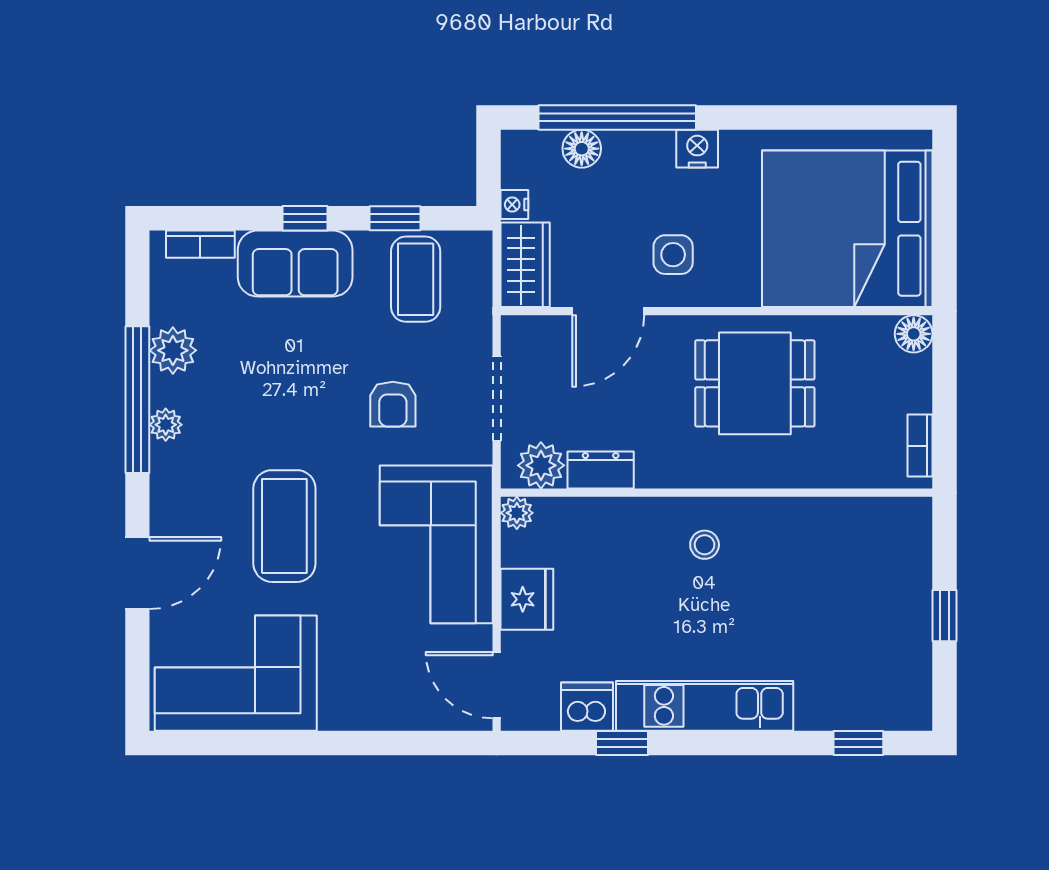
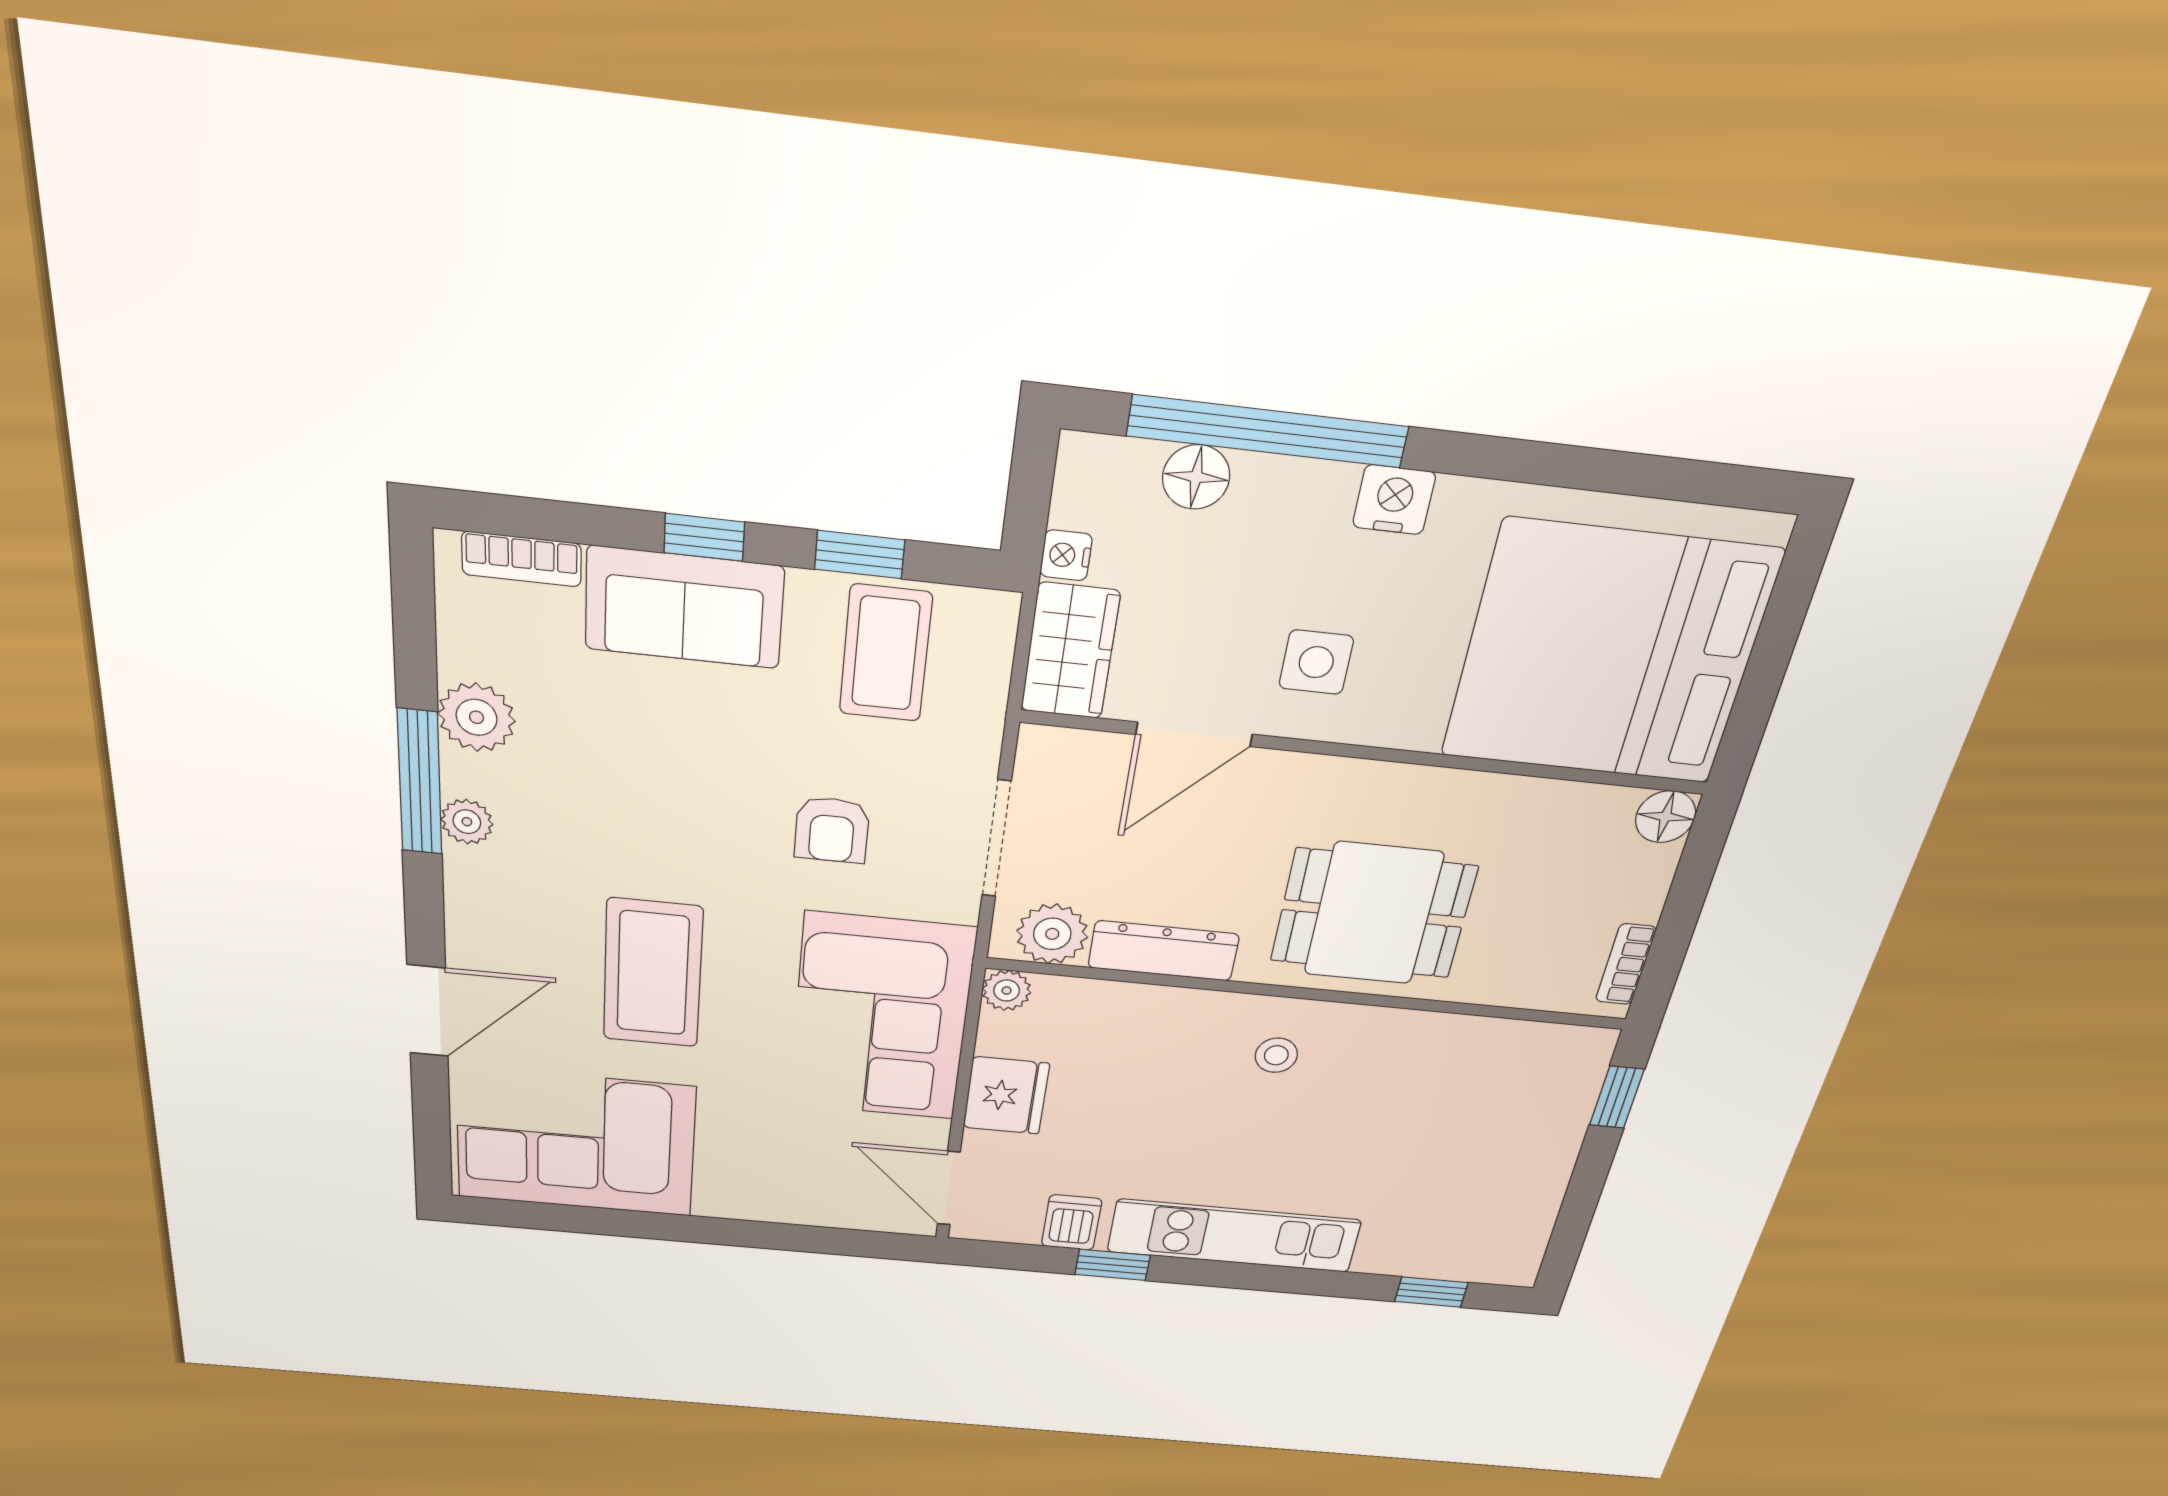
dining table: (755, 383) -> (1373, 914), moved
window: (137, 400) -> (420, 782), width x0.68
dresser: (601, 470) -> (1164, 951), width x1.44
window: (944, 616) -> (1617, 1097), moved
dishwasher: (587, 707) -> (1072, 1223), width x0.73

